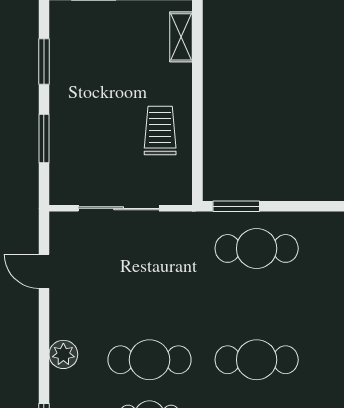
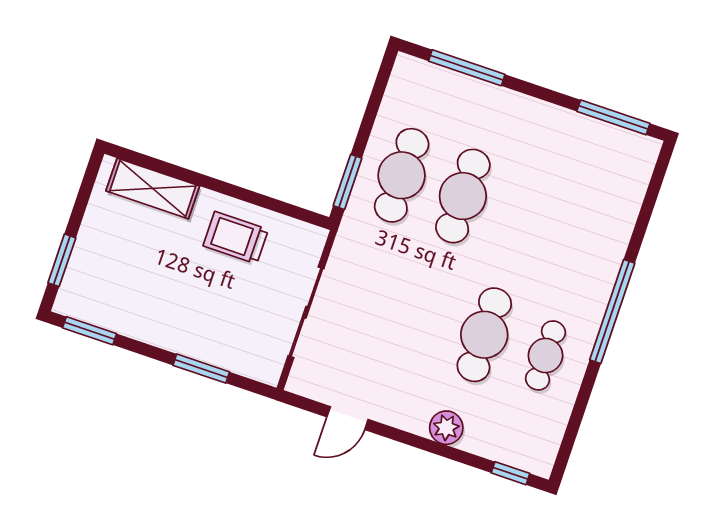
shelving: (181, 37) -> (153, 188), width x1.50, depth x1.33
window: (44, 61) -> (90, 331), moved
cafe table: (257, 360) -> (463, 196), moved

